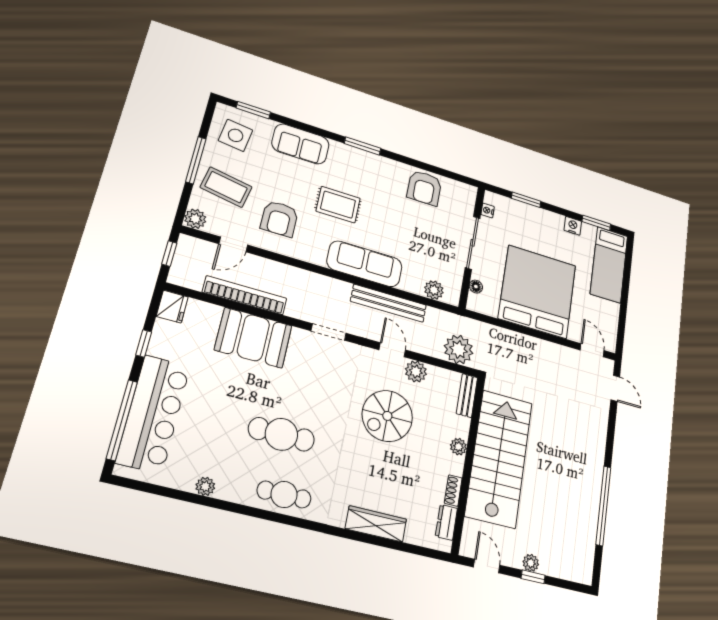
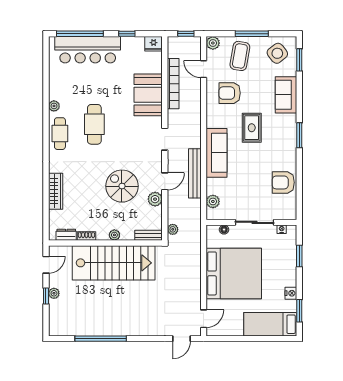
side table: (236, 135) -> (277, 53), turned 45
plant: (459, 349) -> (173, 229), width x0.53, depth x0.53
plant: (205, 486) -> (54, 106), moved

